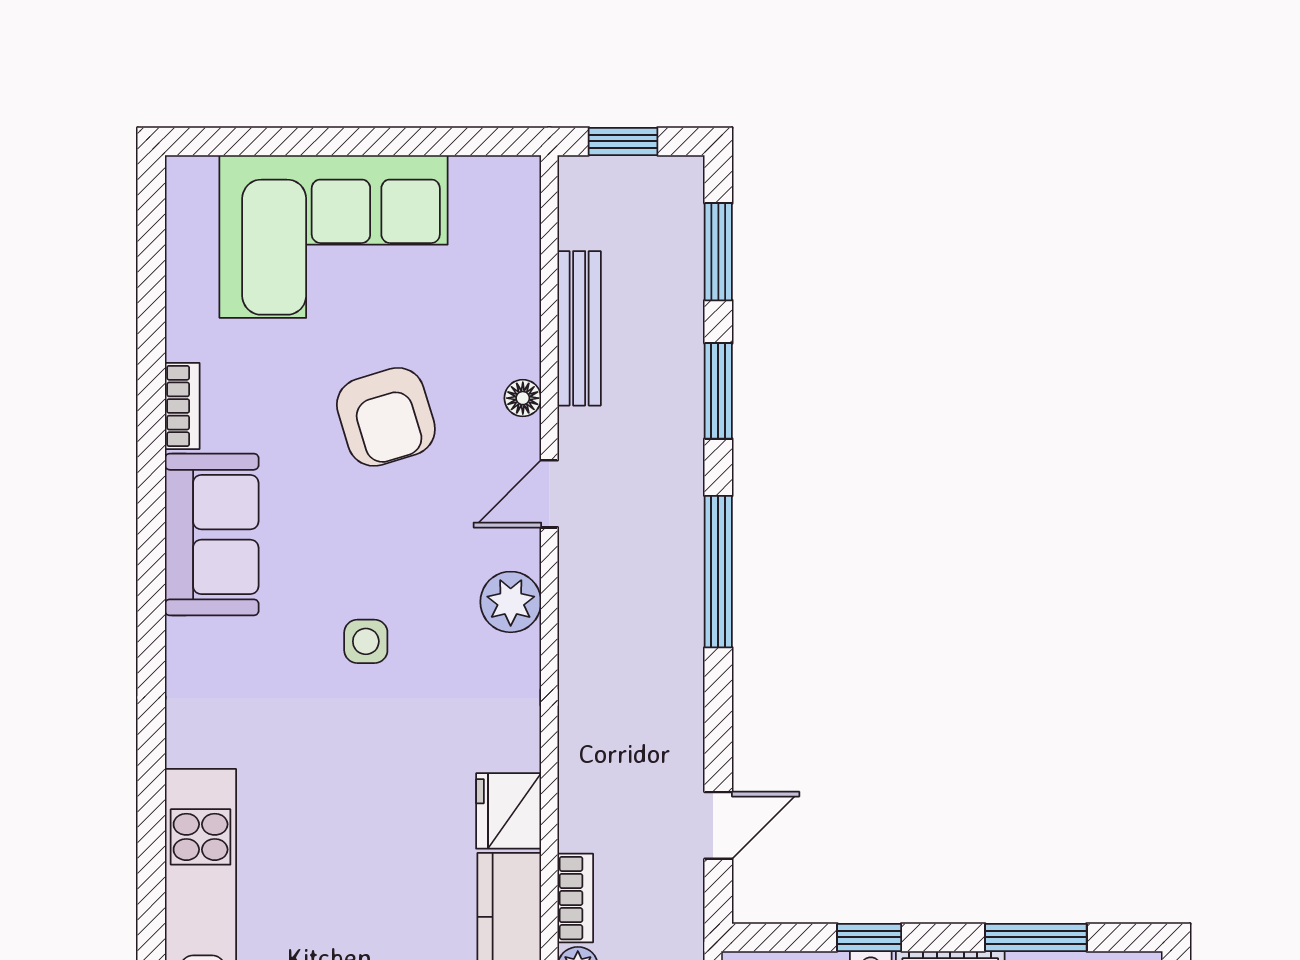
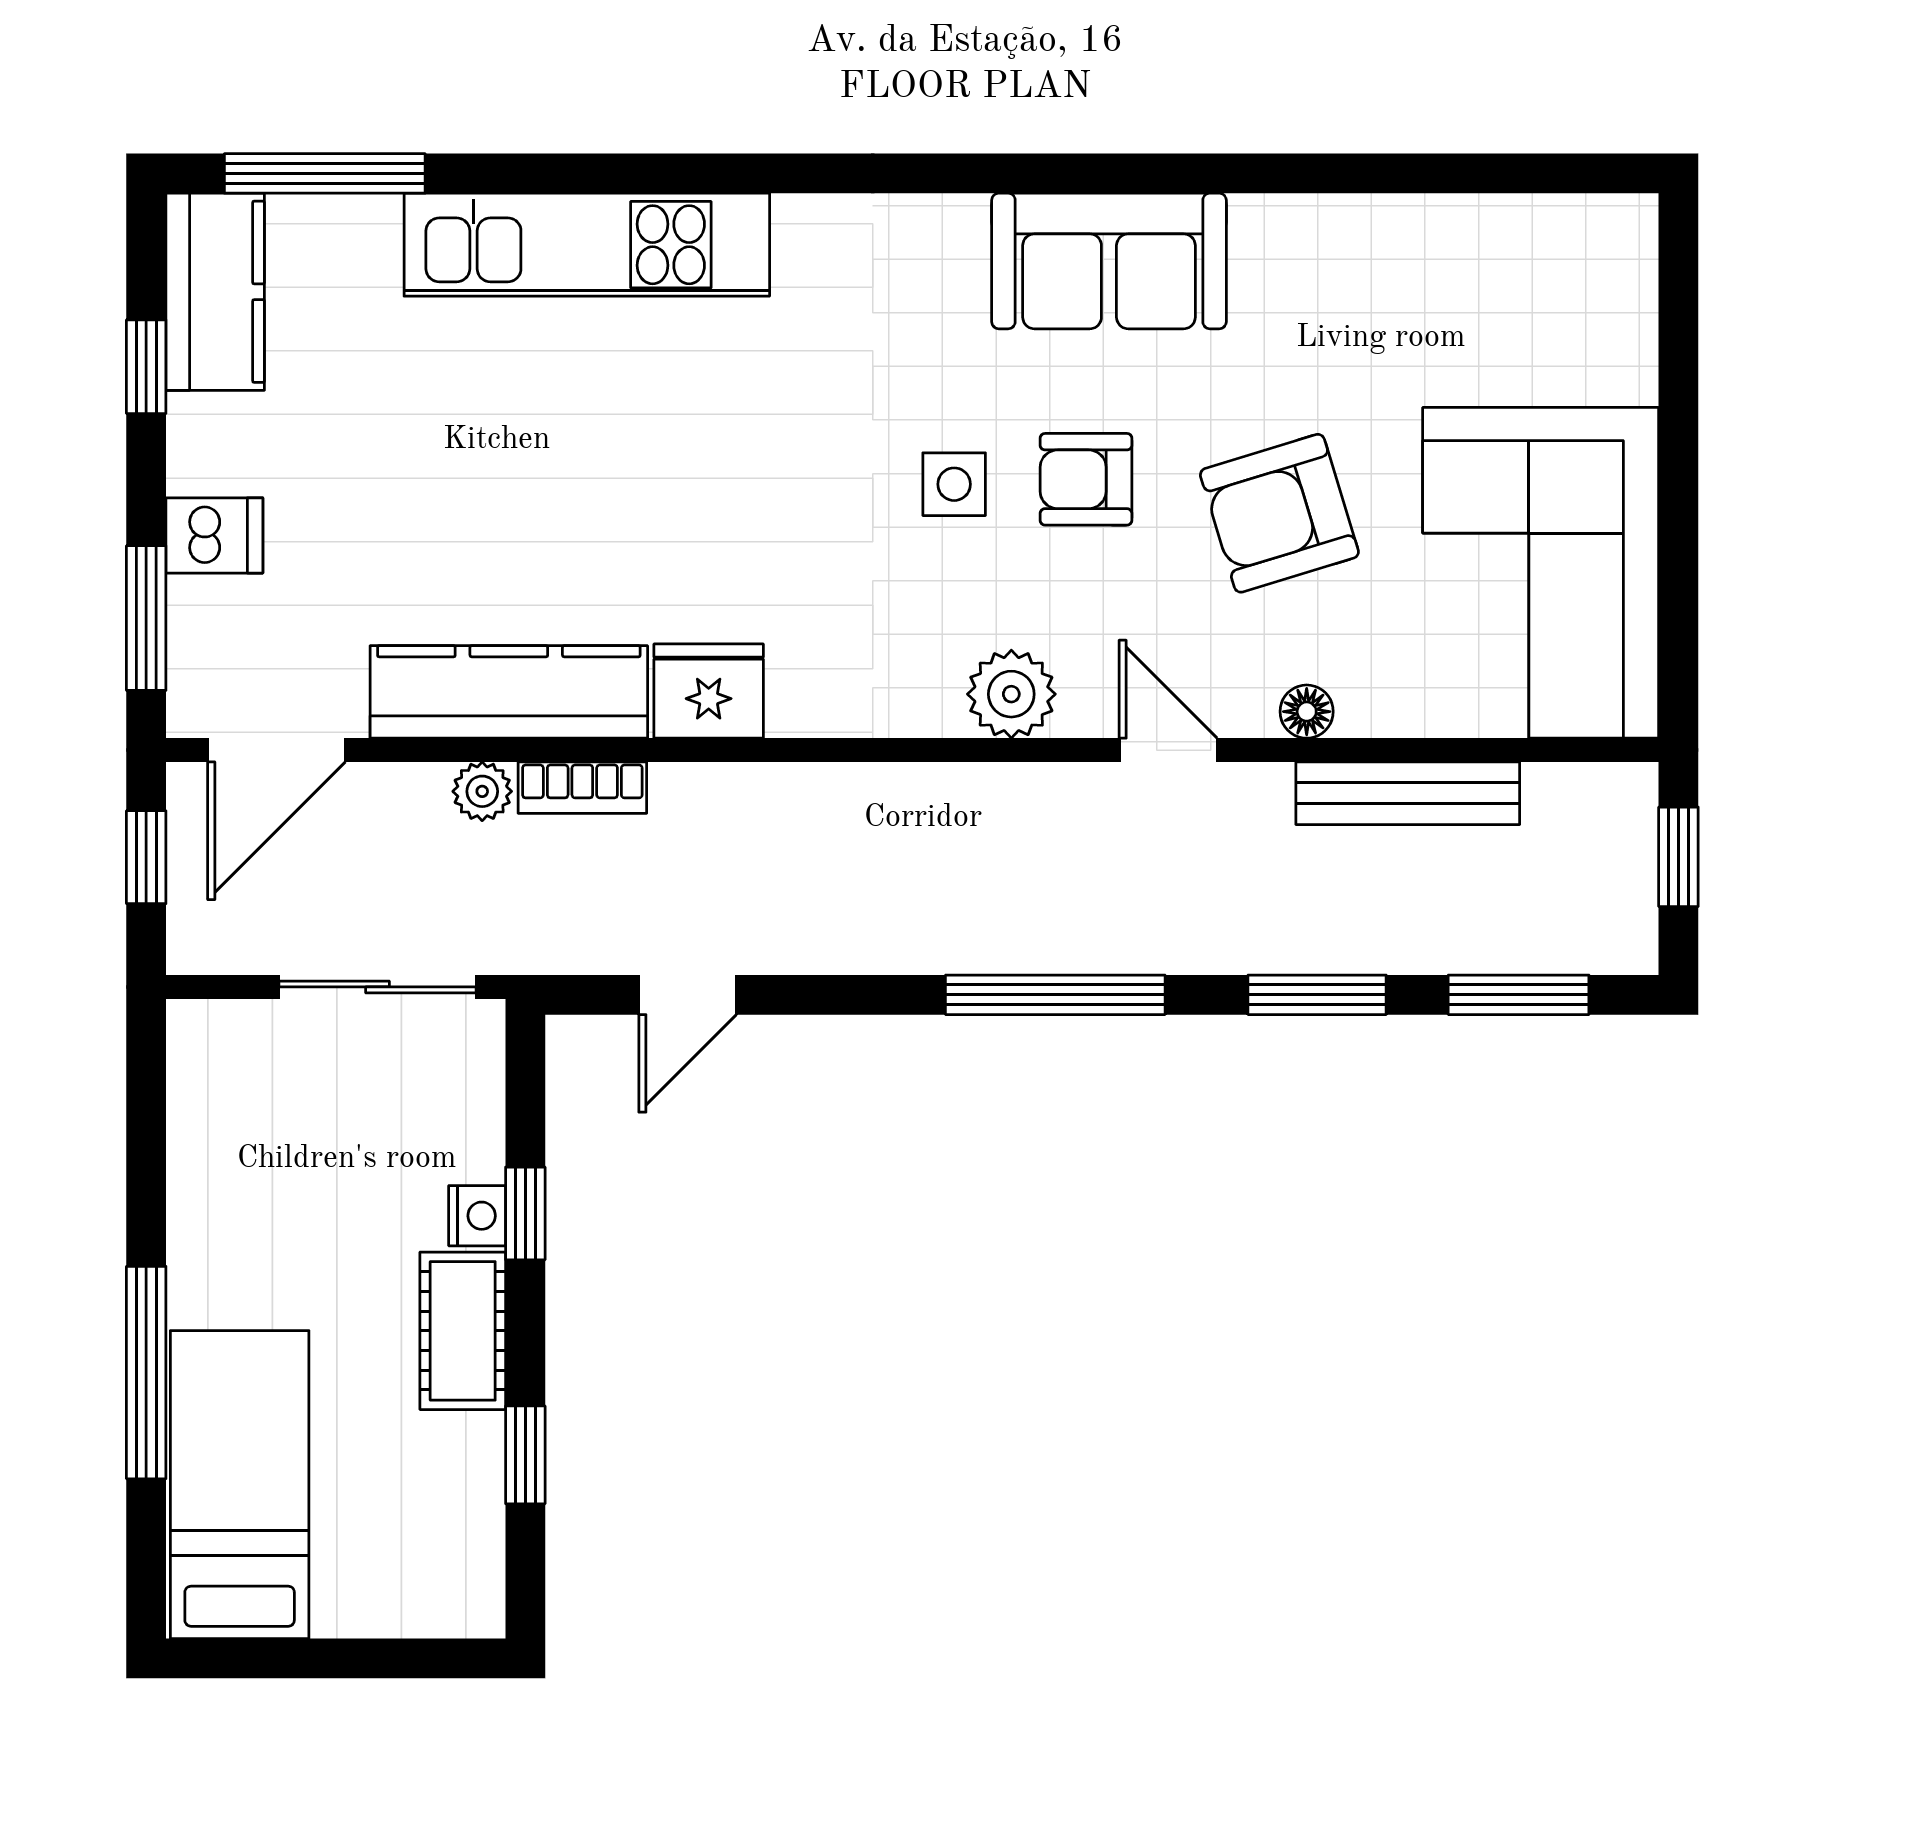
corner sofa: (334, 237) -> (1541, 573), moved
bookcase: (182, 406) -> (1295, 218), removed
armchair: (362, 550) -> (1086, 479), added
door: (718, 825) -> (688, 995), hinge flipped
window: (1036, 937) -> (525, 1455), width x0.67

